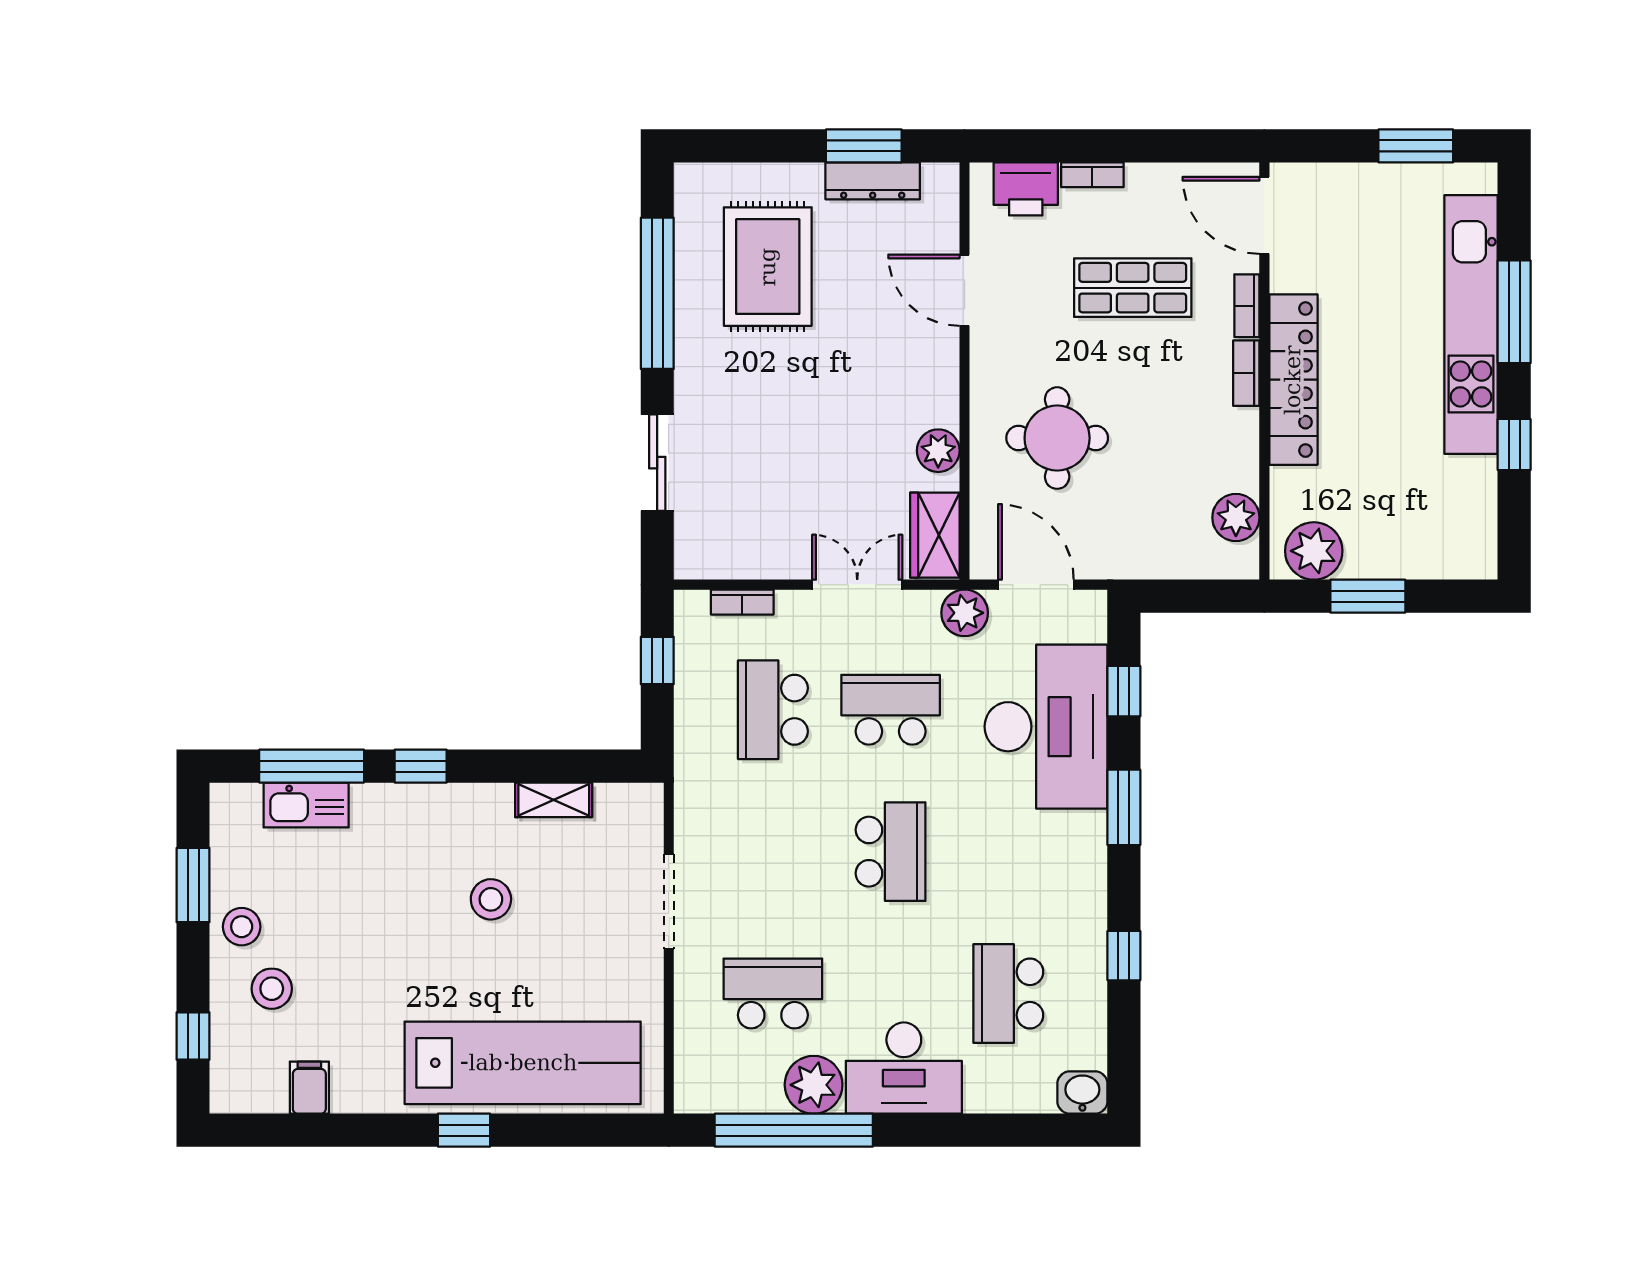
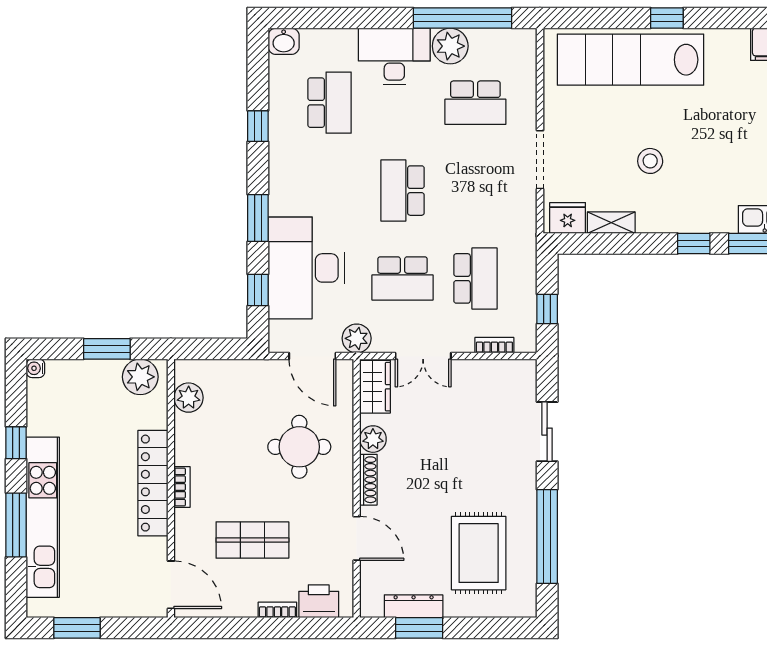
bookcase: (1247, 306) -> (182, 529), removed
shoe rack: (946, 385) -> (368, 480), added
water cooler: (1483, 565) -> (35, 368), added
fridge: (624, 807) -> (568, 218), added

